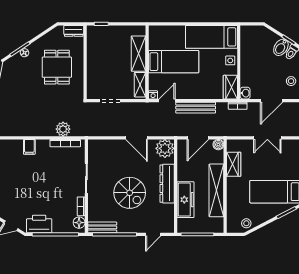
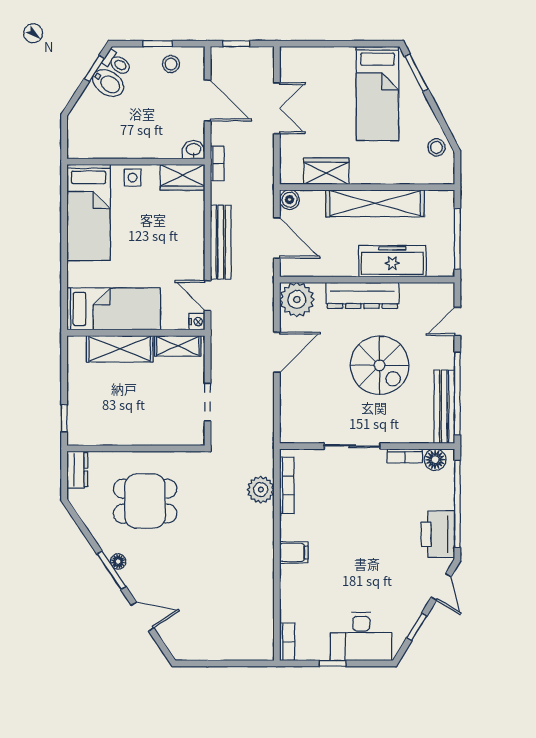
bed: (174, 62) -> (114, 309), moved, turned 90
spiral stairs: (130, 193) -> (380, 365), turned 90
bench: (102, 227) -> (444, 407), width x1.36
door: (153, 234) -> (457, 321), swing flipped

